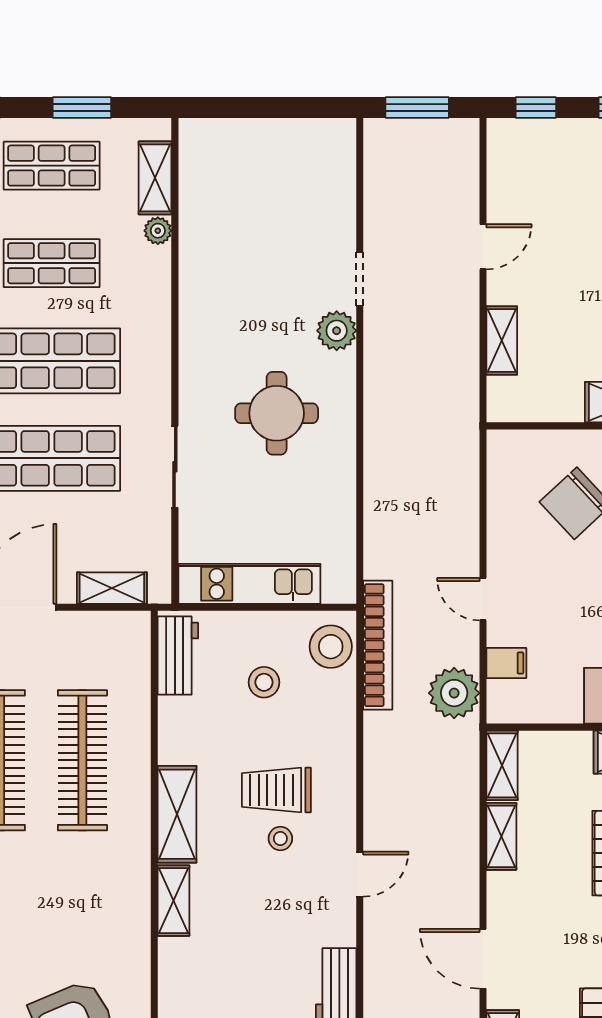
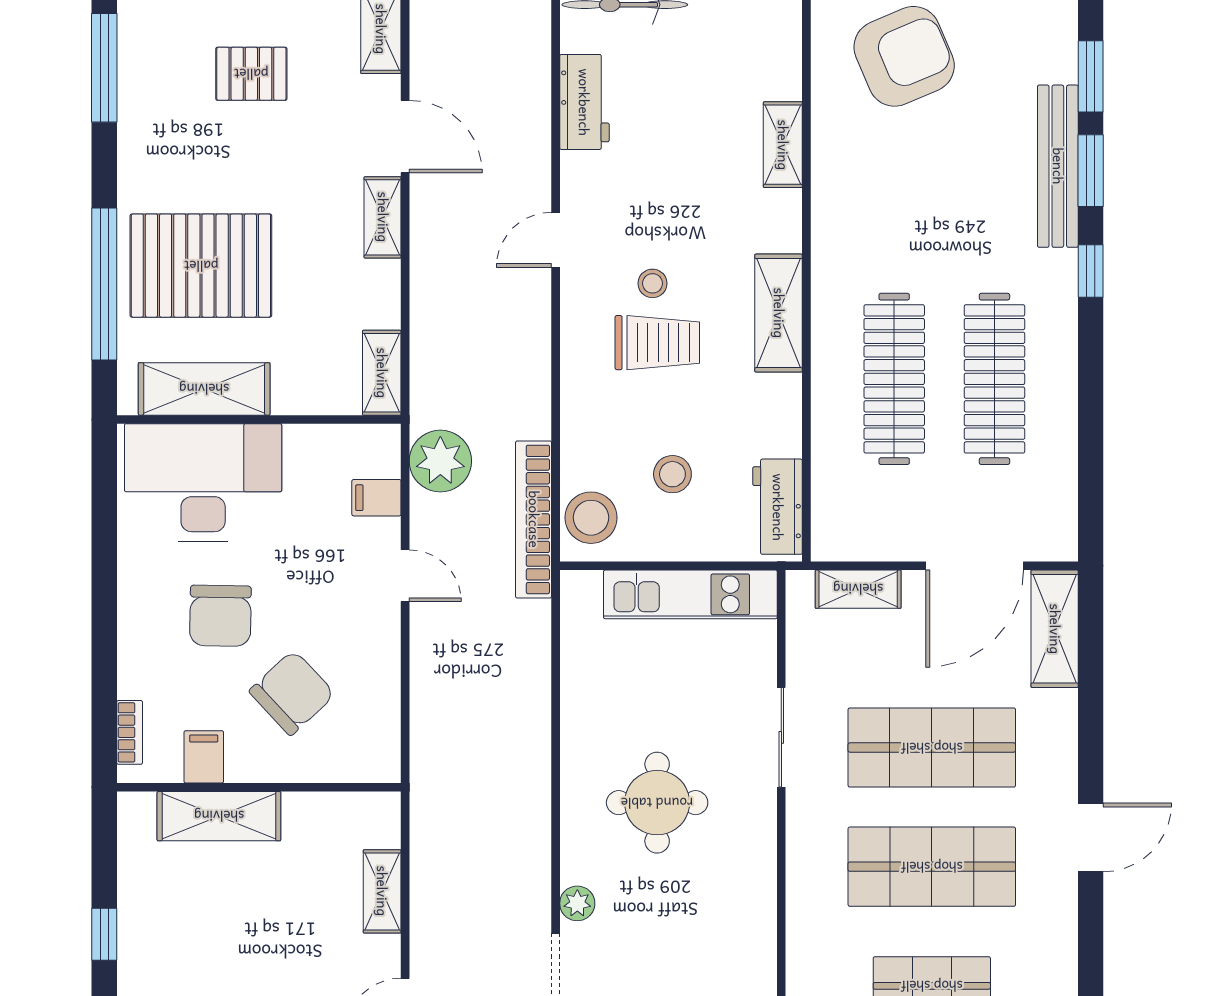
plant: (337, 331) -> (577, 903), width x0.73, depth x0.73
shelving: (501, 836) -> (383, 217), moved
shelving: (174, 901) -> (783, 145), moved

